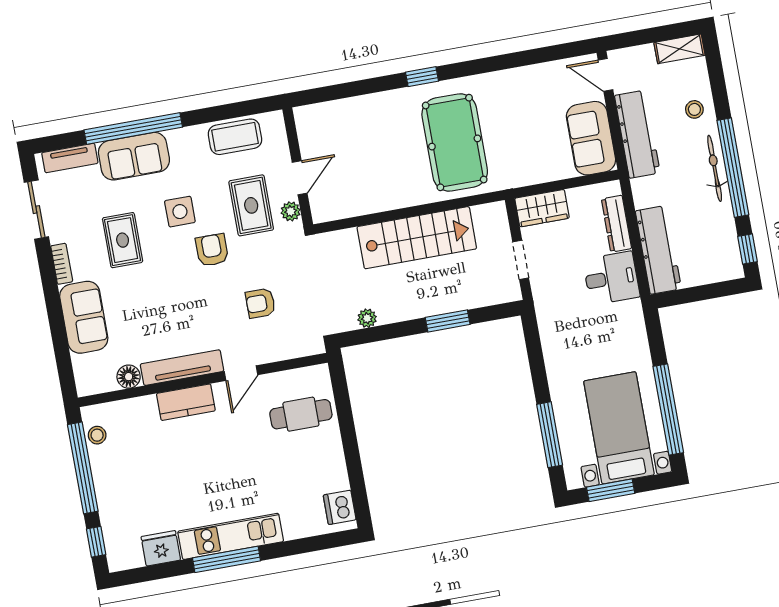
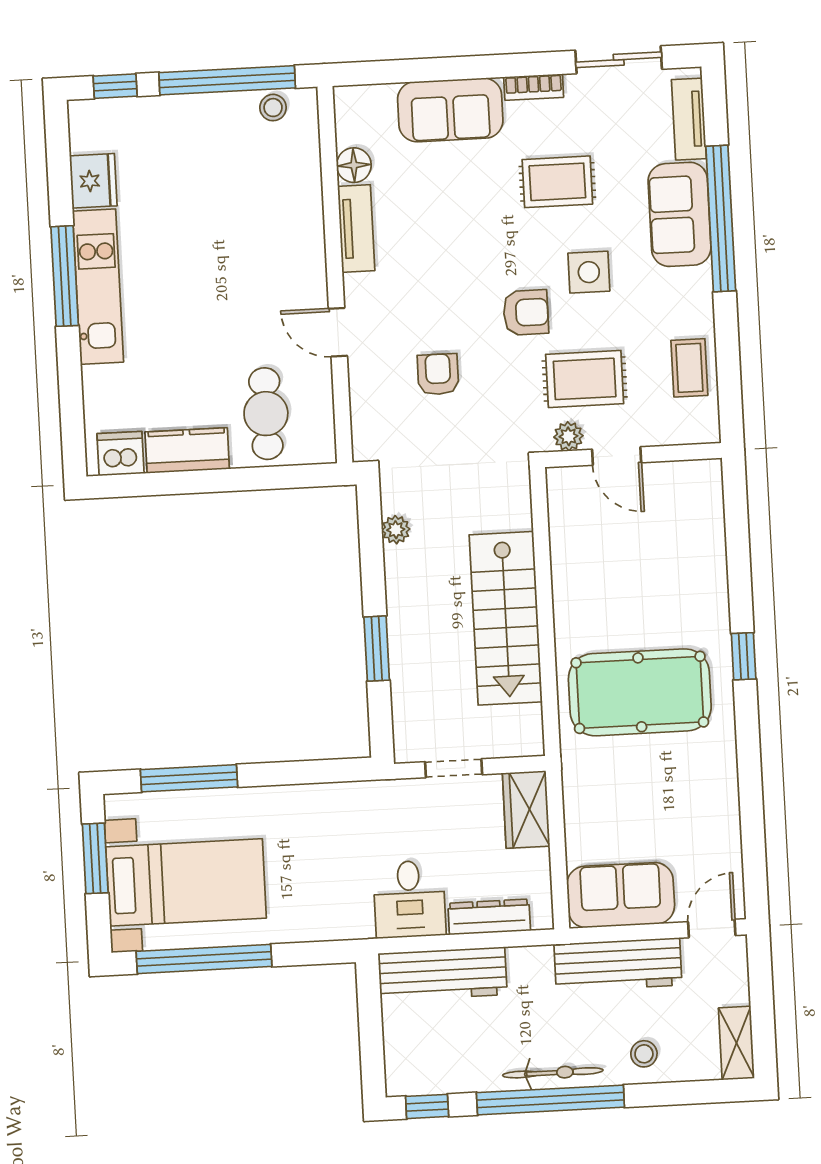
coffee table: (235, 137) -> (689, 368), width x0.73, depth x0.77
tv unit: (182, 368) -> (356, 228), width x0.71
kitchen counter: (186, 402) -> (187, 450), moved, turned 90

